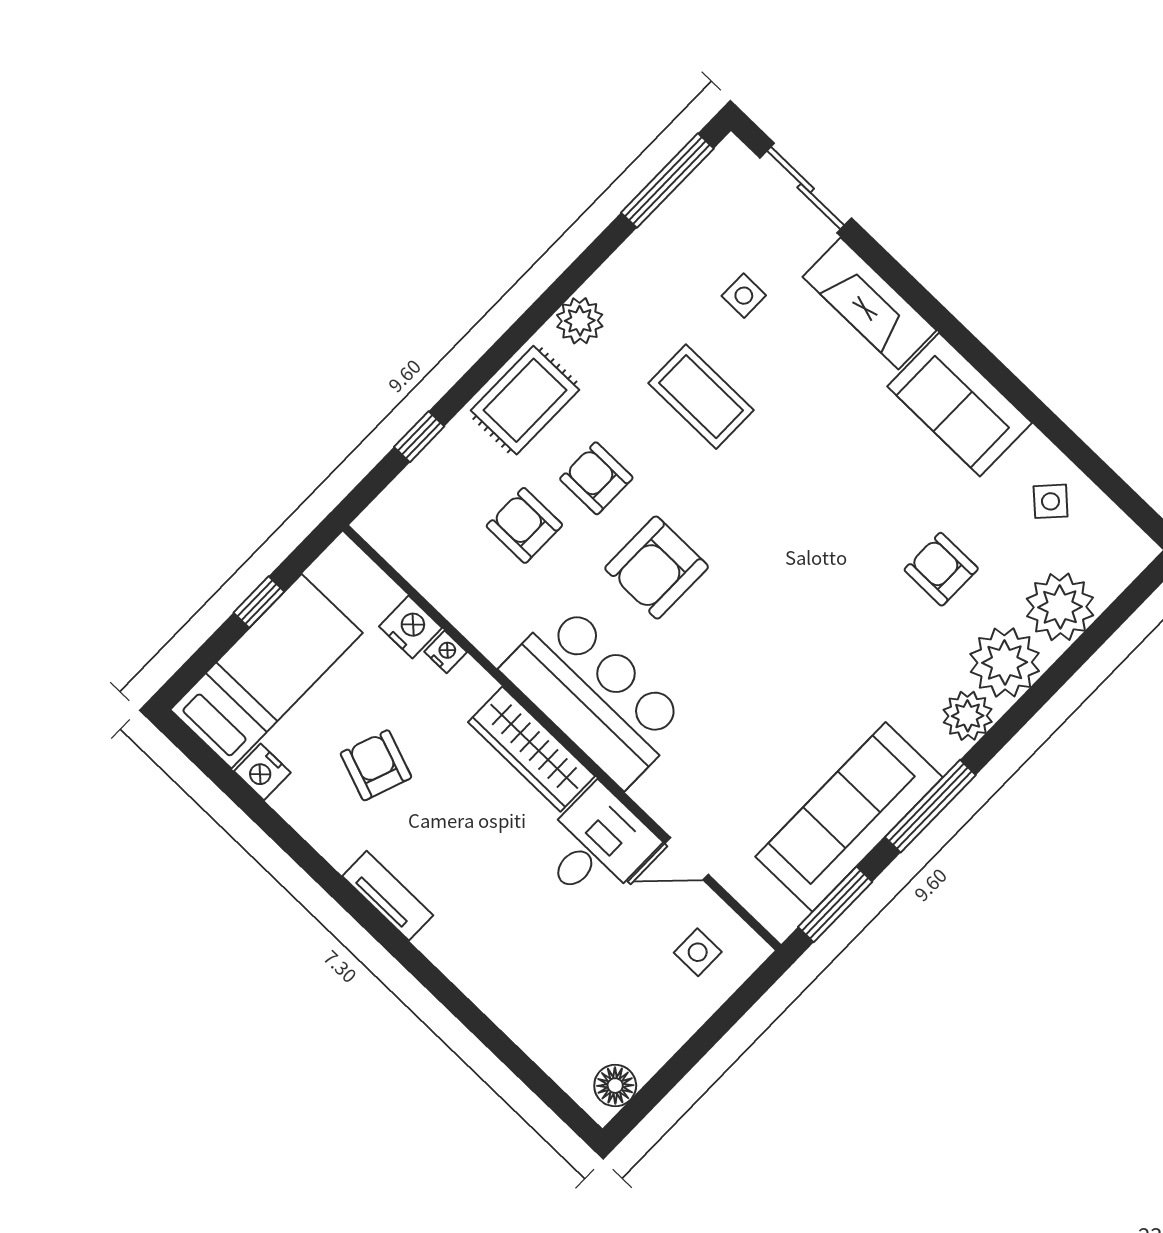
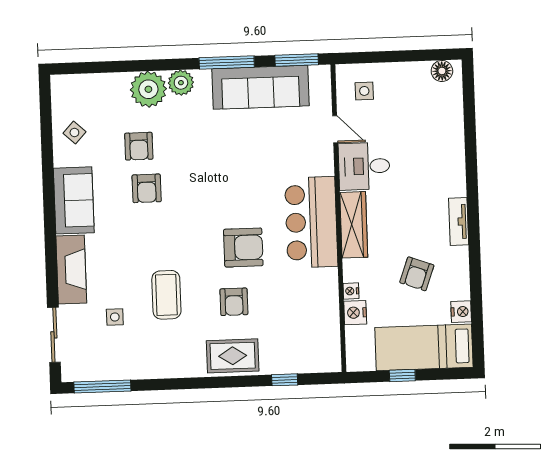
plant: (580, 321) -> (184, 366), removed
armchair: (524, 525) -> (147, 188), moved
plant: (1060, 607) -> (108, 90), removed

